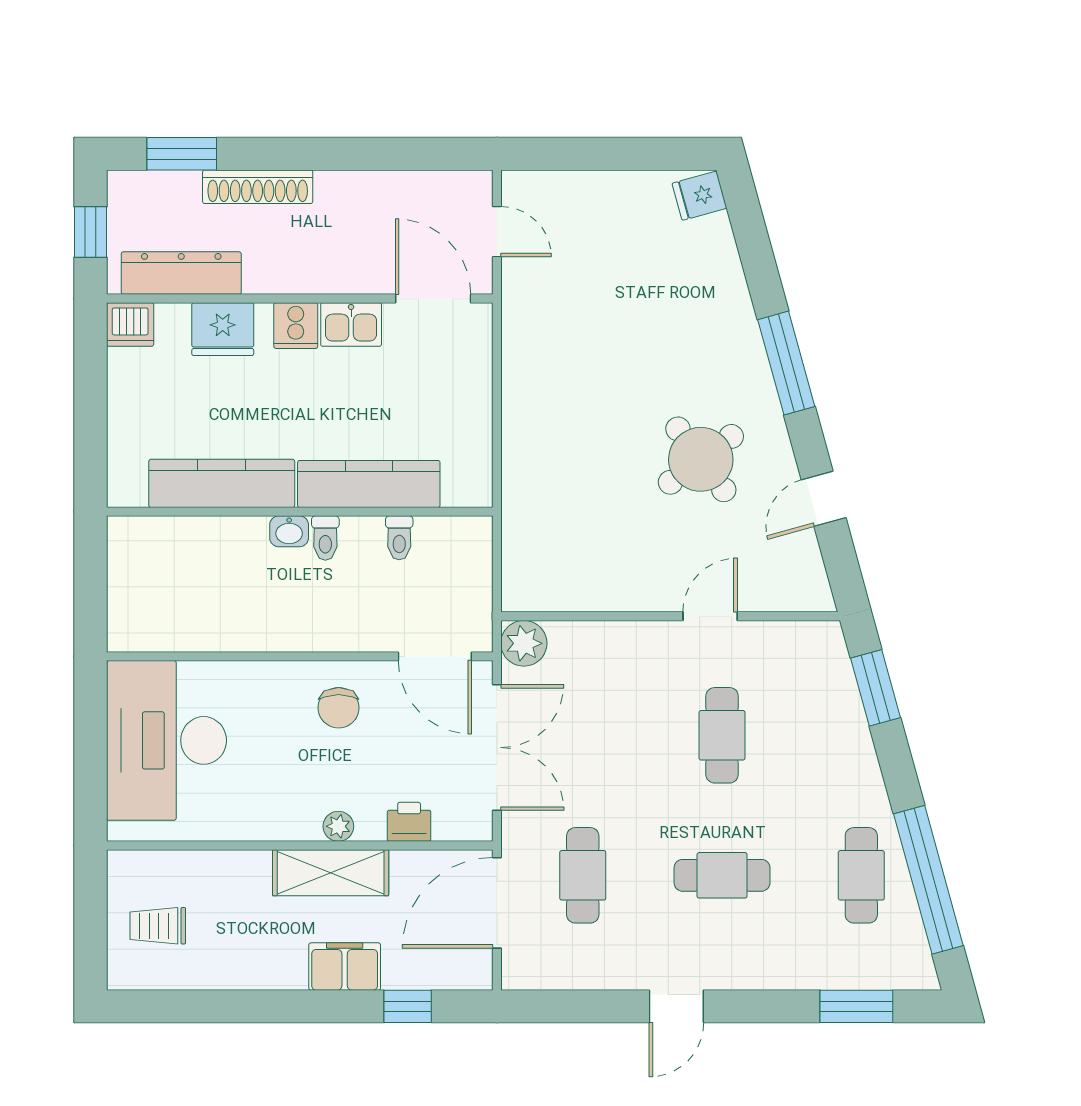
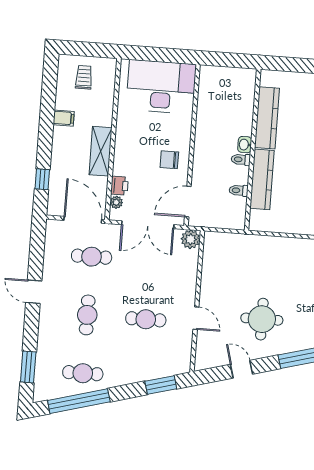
round table: (701, 459) -> (262, 319), turned 37
plant: (338, 826) -> (116, 202), moved
filing cabinet: (345, 967) -> (64, 118), moved, width x0.50

